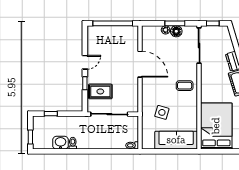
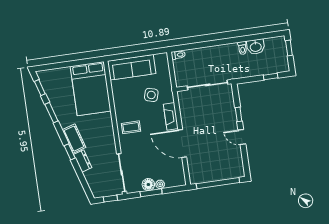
door: (85, 62) -> (242, 137), hinge flipped
fireplace: (147, 90) -> (171, 116), added
rug: (100, 91) -> (221, 108), removed

